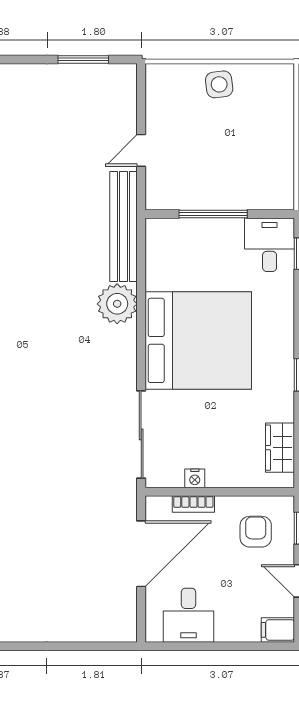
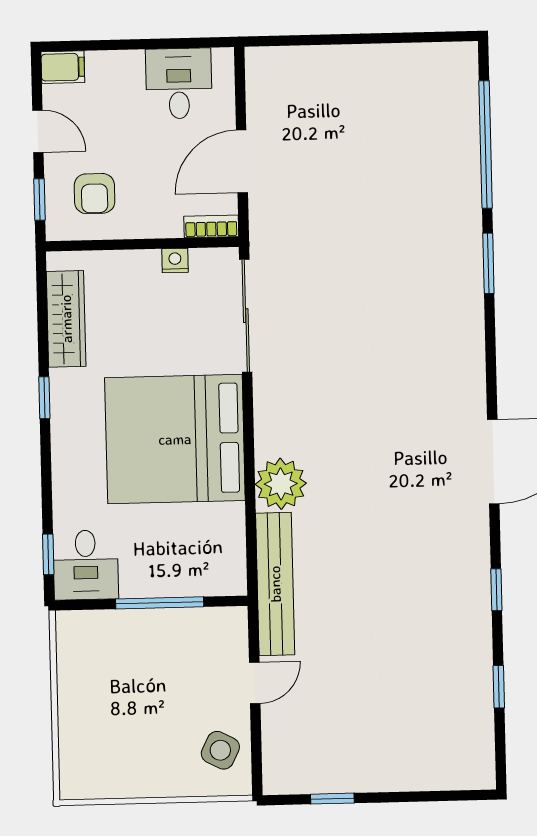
window: (83, 60) -> (332, 799), width x0.67
side table: (219, 84) -> (220, 750), moved, turned 34
wardrobe: (280, 448) -> (66, 319), width x1.50
bookcase: (193, 504) -> (211, 226), moved
door: (141, 554) -> (242, 161), width x0.73

